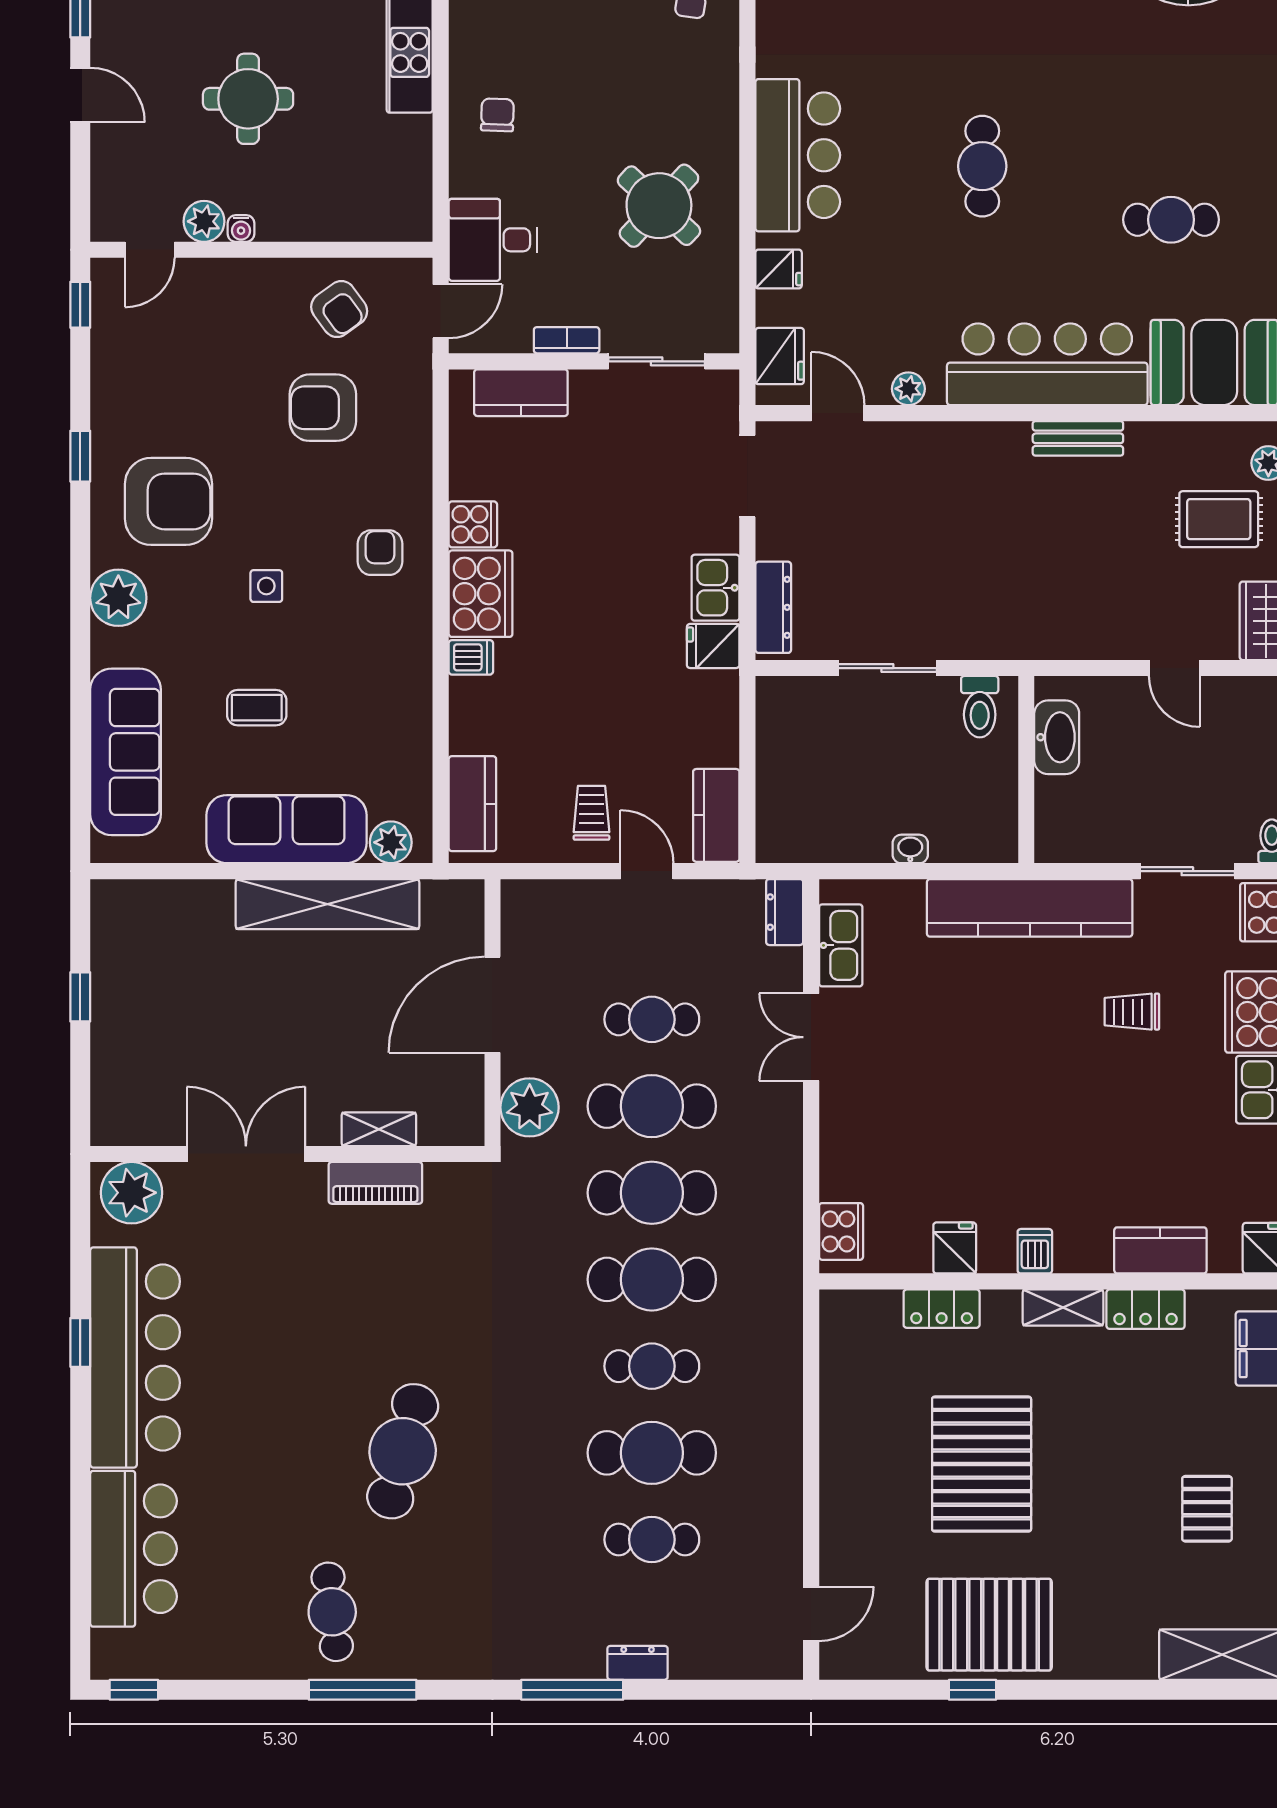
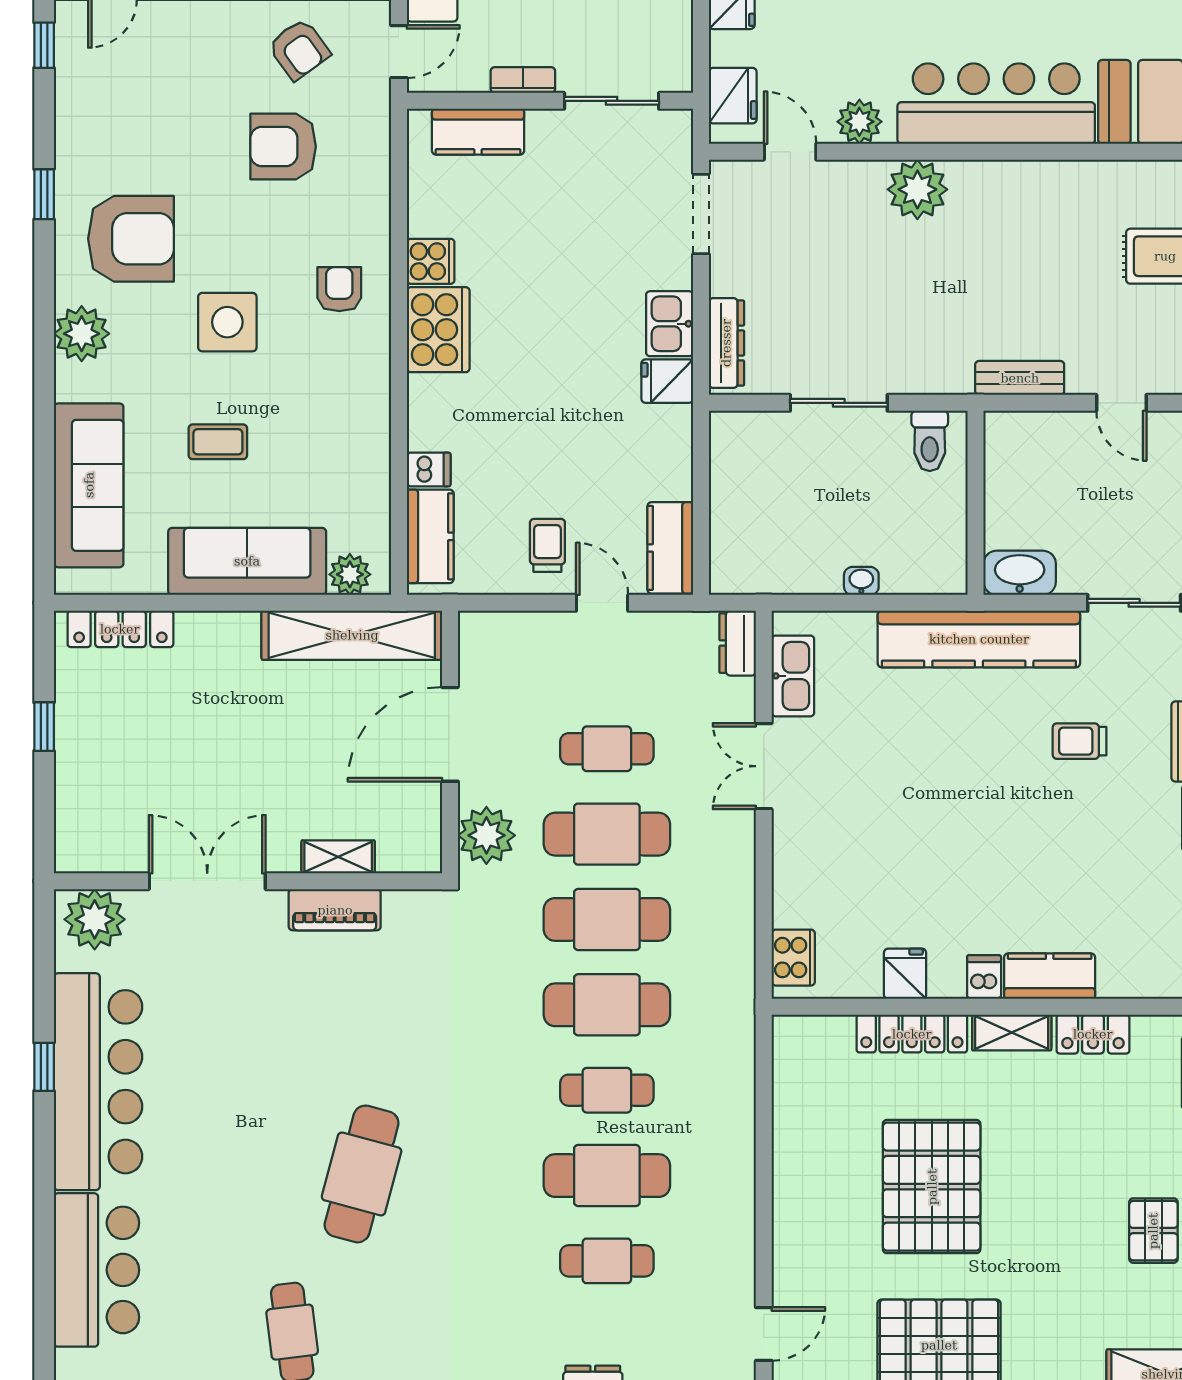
plant: (908, 389) -> (859, 122), width x1.38, depth x1.38
bench: (1078, 438) -> (1020, 378), moved
plant: (967, 451) -> (917, 189), added
side table: (266, 586) -> (227, 322), width x1.87, depth x1.87
dishwasher: (471, 657) -> (429, 469), moved
washbasin: (1057, 737) -> (1020, 573), moved, turned -90
locker: (158, 898) -> (120, 629), added
shelving: (327, 904) -> (352, 635), moved
kitchen counter: (1160, 1250) -> (1050, 976), moved
locker: (942, 1309) -> (912, 1034), width x1.53

